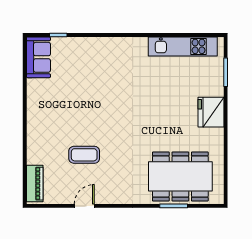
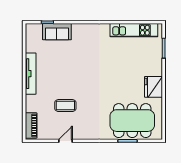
sofa: (38, 57) -> (57, 32), moved, turned 90
tv unit: (34, 109) -> (31, 74), added
fridge: (211, 112) -> (154, 87), moved

